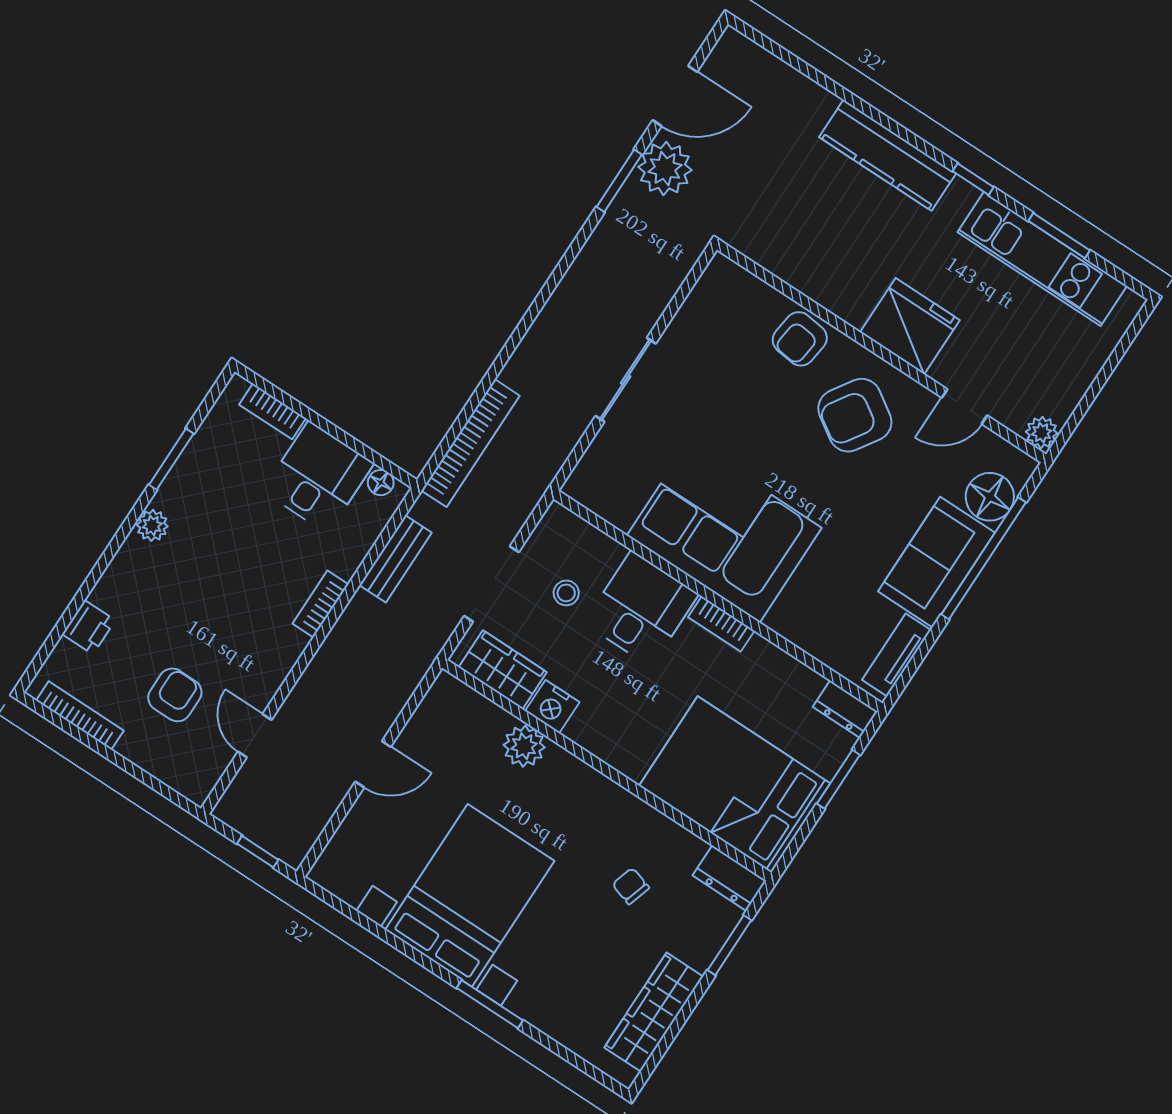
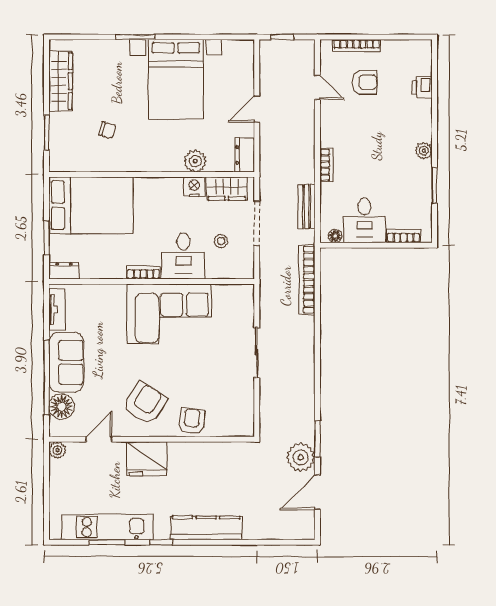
armchair: (175, 695) -> (364, 82), turned -90
bookcase: (80, 716) -> (356, 46), moved
dresser: (729, 878) -> (245, 155), moved, turned -90

